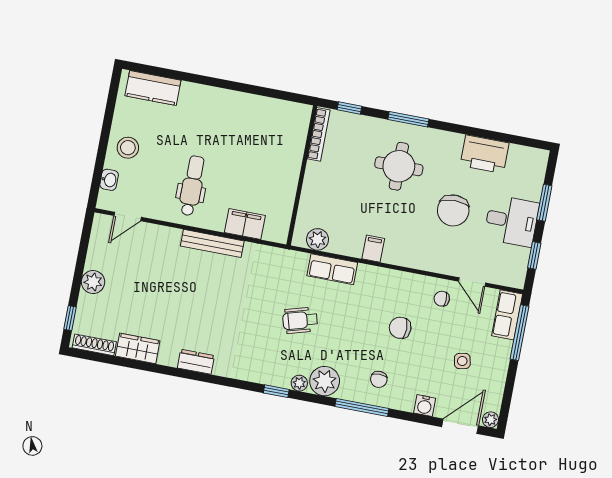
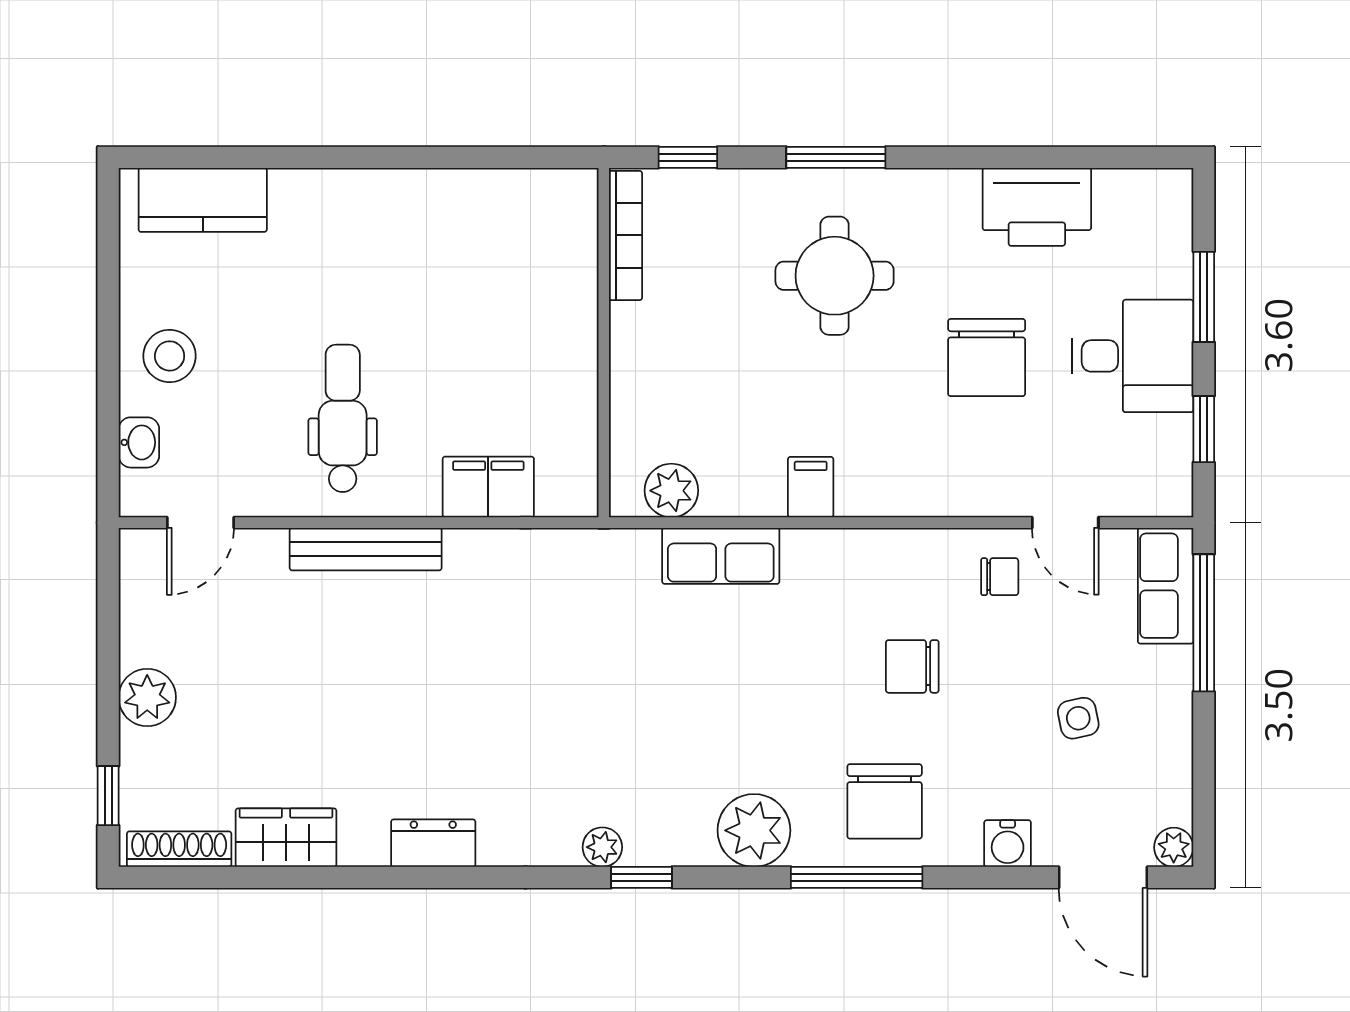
bench: (212, 243) -> (366, 549), moved
chair: (442, 299) -> (1000, 577), turned 180
wheelchair: (300, 320) -> (667, 694), removed
chair: (379, 379) -> (885, 801), width x1.87, depth x1.87
plant: (299, 383) -> (602, 847), moved
door: (460, 426) -> (1103, 877), swing flipped

